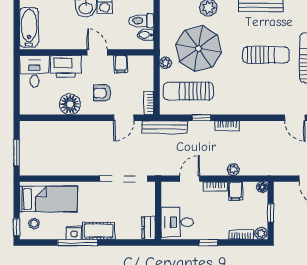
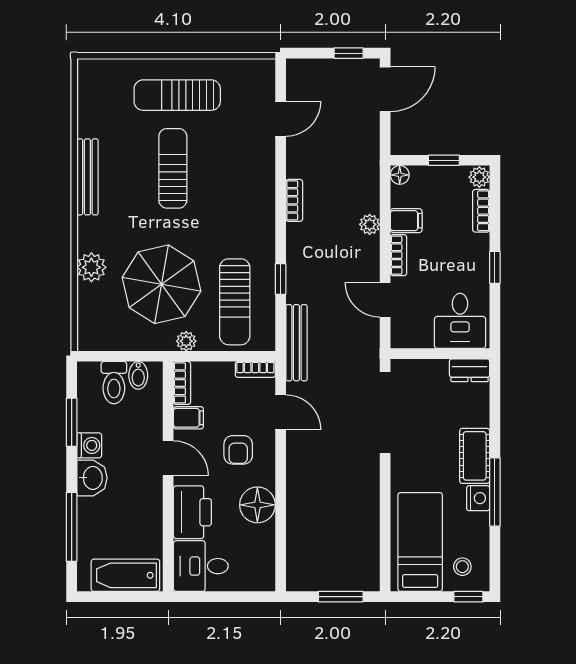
door: (97, 52) -> (168, 458), swing flipped
bookcase: (141, 60) -> (182, 383), added
bookcase: (227, 126) -> (294, 200), moved

